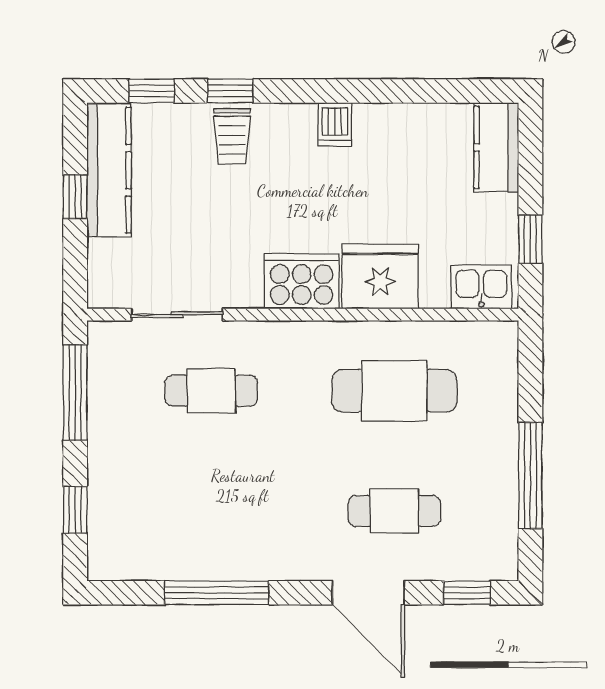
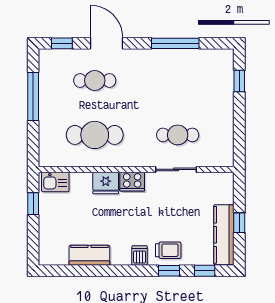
dishwasher: (335, 124) -> (140, 256), moved
trolley: (232, 136) -> (168, 250), turned 90
kitchen counter: (496, 147) -> (89, 255), moved, turned -90
fridge: (380, 276) -> (106, 183), width x0.73, depth x0.75
cooker: (302, 281) -> (132, 182), width x0.73, depth x0.76
sliding door: (177, 315) -> (176, 169), moved
window: (75, 393) -> (239, 134), removed

